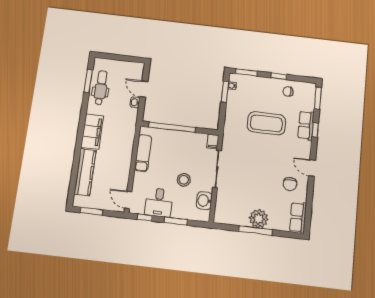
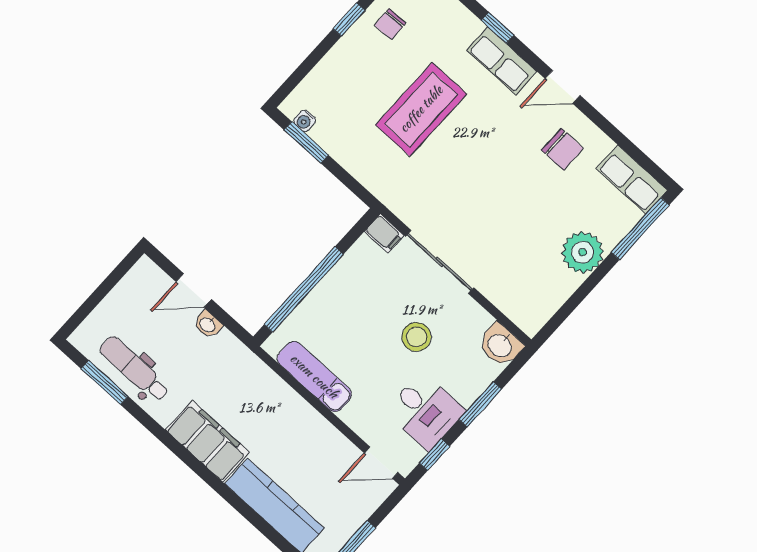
window: (246, 72) -> (299, 75), removed
row of seats: (306, 125) -> (502, 61), moved
washbasin: (204, 201) -> (500, 345), moved
window: (255, 230) -> (640, 229), moved

